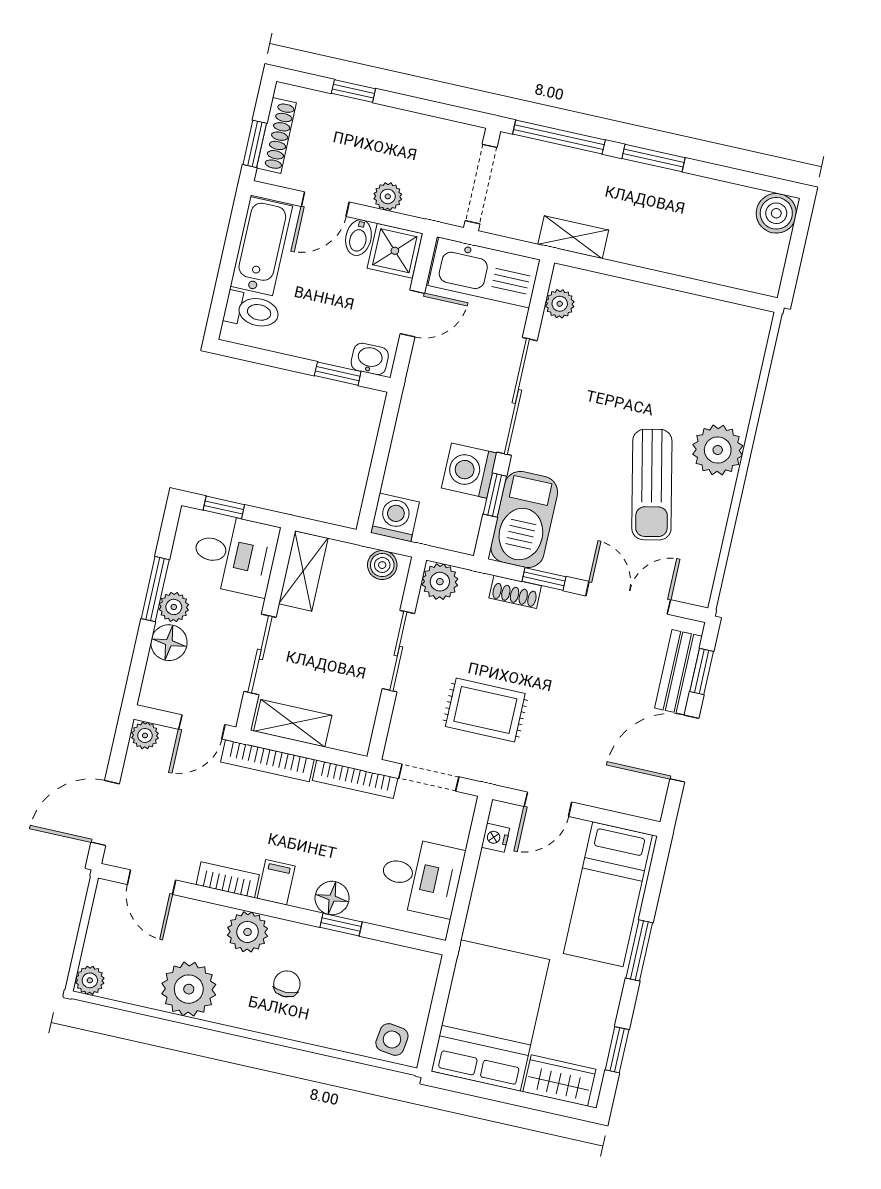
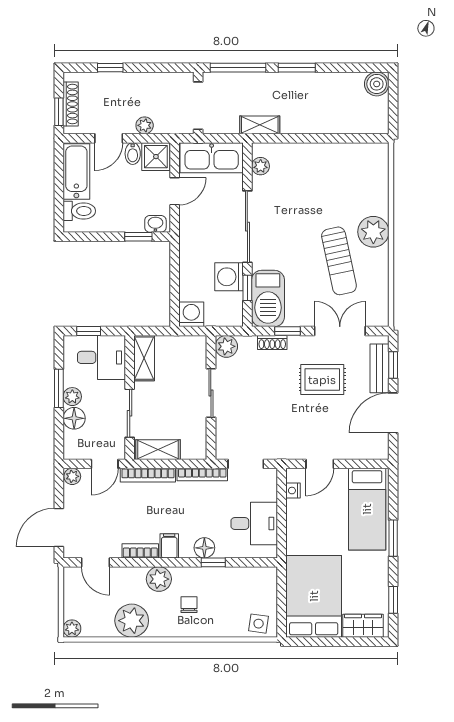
boiler: (382, 565) -> (190, 344), removed
rug: (485, 710) -> (322, 380), moved

